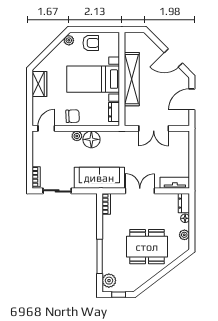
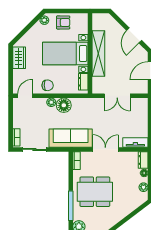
door: (173, 58) -> (134, 35), hinge flipped
dining table: (147, 247) -> (95, 192), moved

